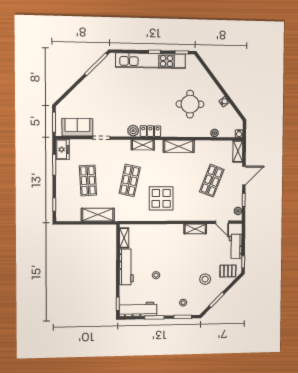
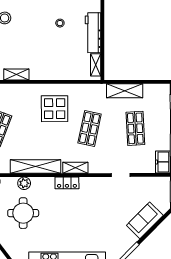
sofa: (77, 127) -> (145, 220), moved, turned 135
plant: (133, 131) -> (24, 183), moved
shelving: (179, 146) -> (35, 167), width x1.47

